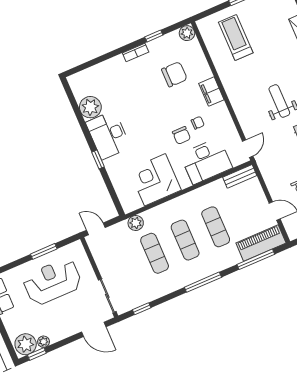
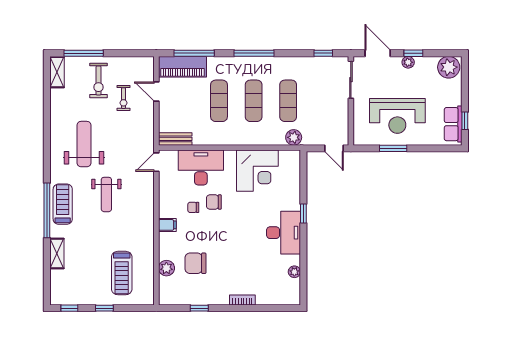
plant: (187, 33) -> (166, 268), moved
bookcase: (136, 52) -> (242, 300), moved
filing cabinet: (211, 92) -> (167, 225), width x0.50
plant: (90, 107) -> (294, 272), width x0.53, depth x0.53
chair: (181, 135) -> (214, 202), turned -90
plant: (44, 342) -> (408, 62), moved
window: (37, 354) -> (413, 53), moved

